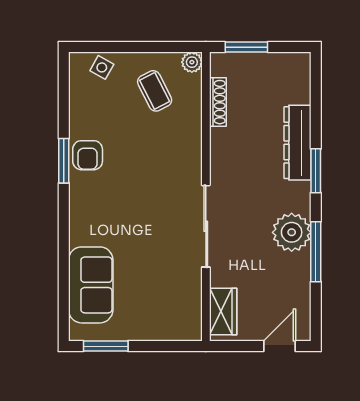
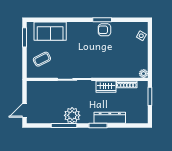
coffee table: (155, 91) -> (42, 59), moved
wardrobe: (223, 311) -> (106, 87), moved
door: (279, 346) -> (24, 110), swing flipped

